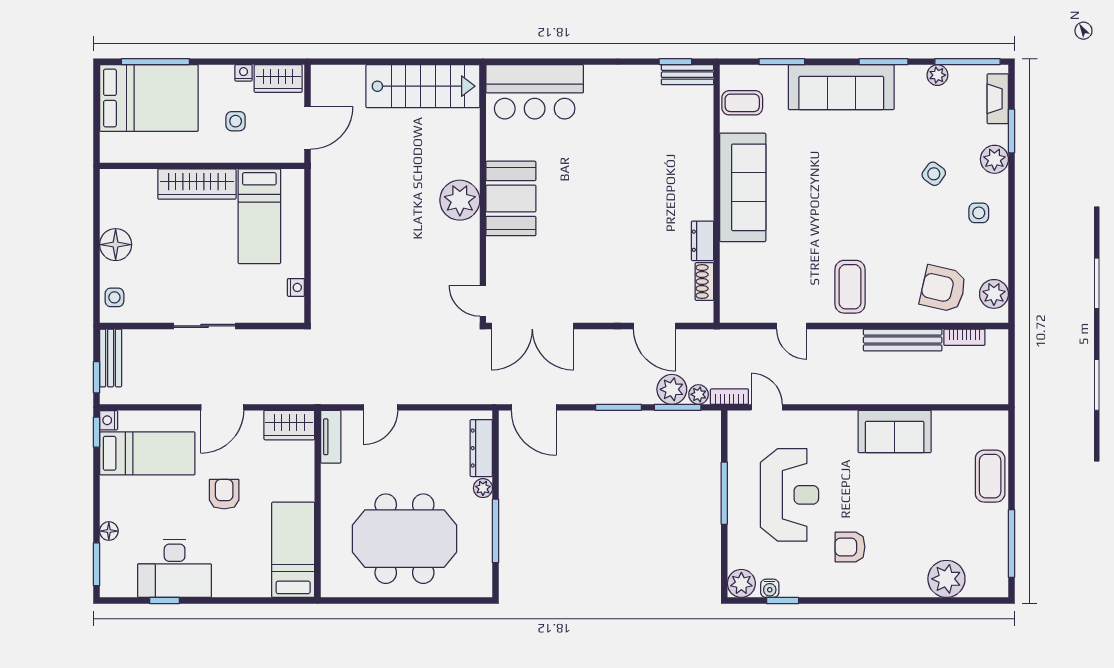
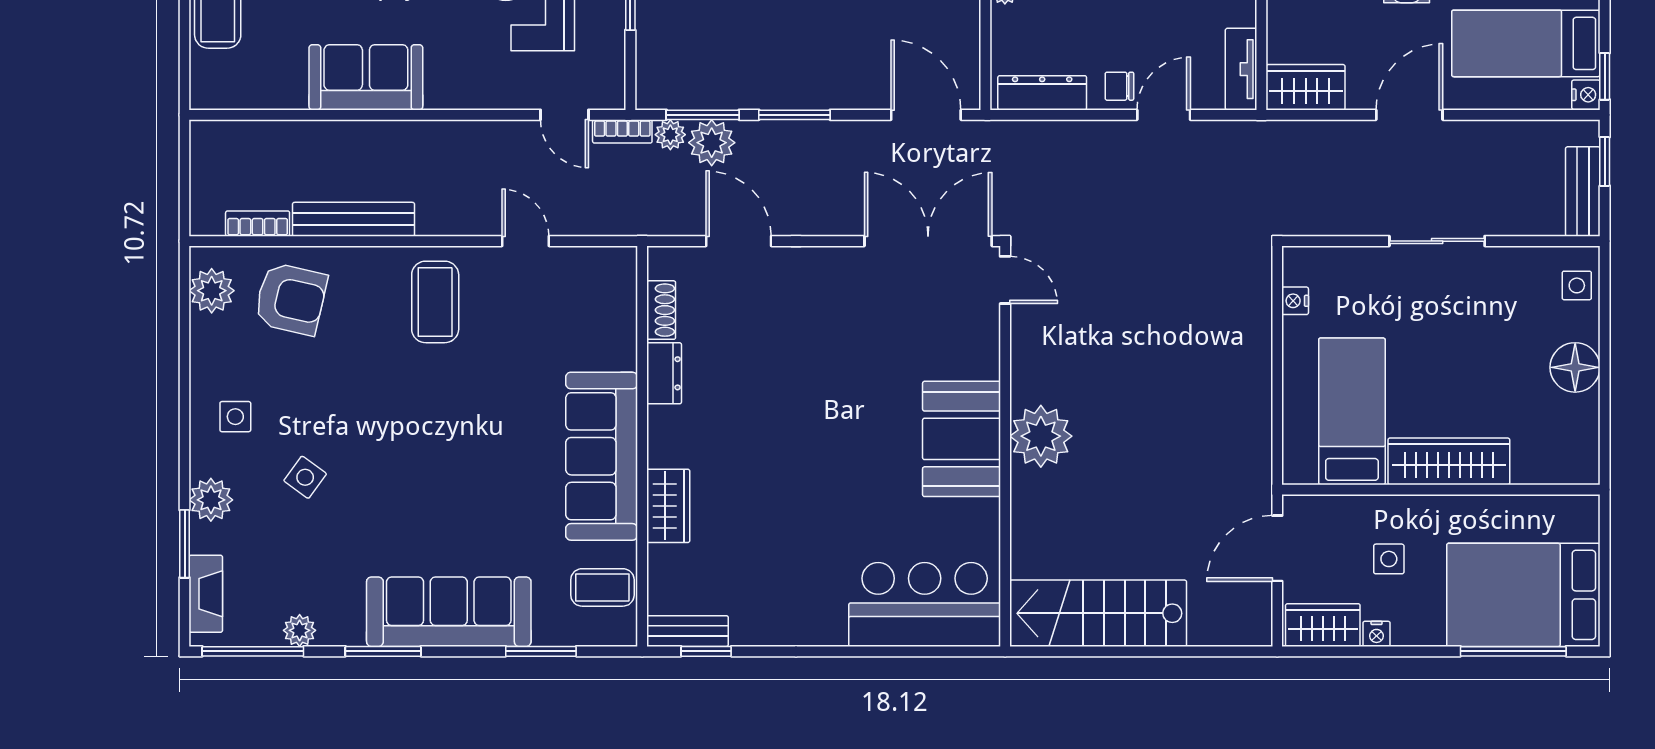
wardrobe: (700, 155) -> (668, 506), added
chair: (409, 426) -> (1119, 86), added
dresser: (481, 448) -> (1042, 93), moved, turned -90

